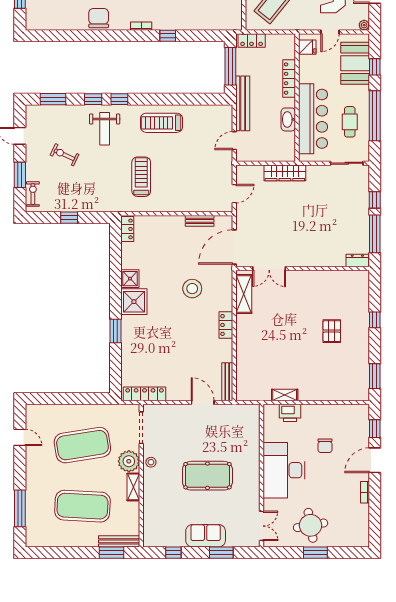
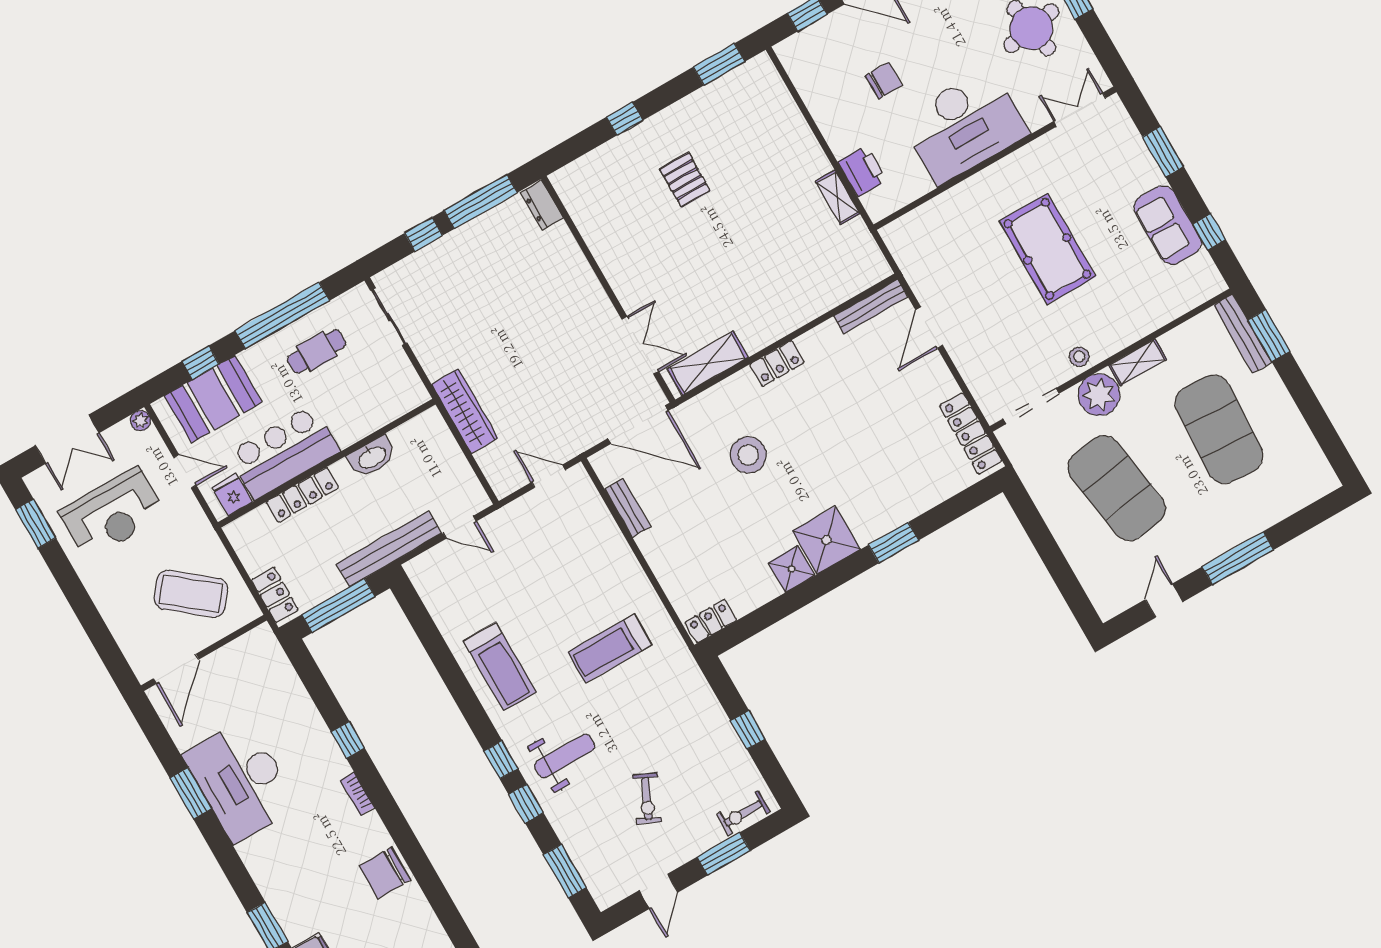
bar counter: (313, 119) -> (284, 452), moved, width x0.73
pallet: (332, 331) -> (685, 180), turned 90
window: (20, 508) -> (1238, 558), moved
sofa: (206, 536) -> (1168, 225), moved

